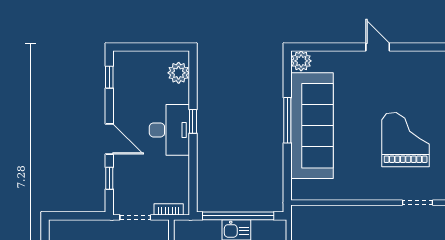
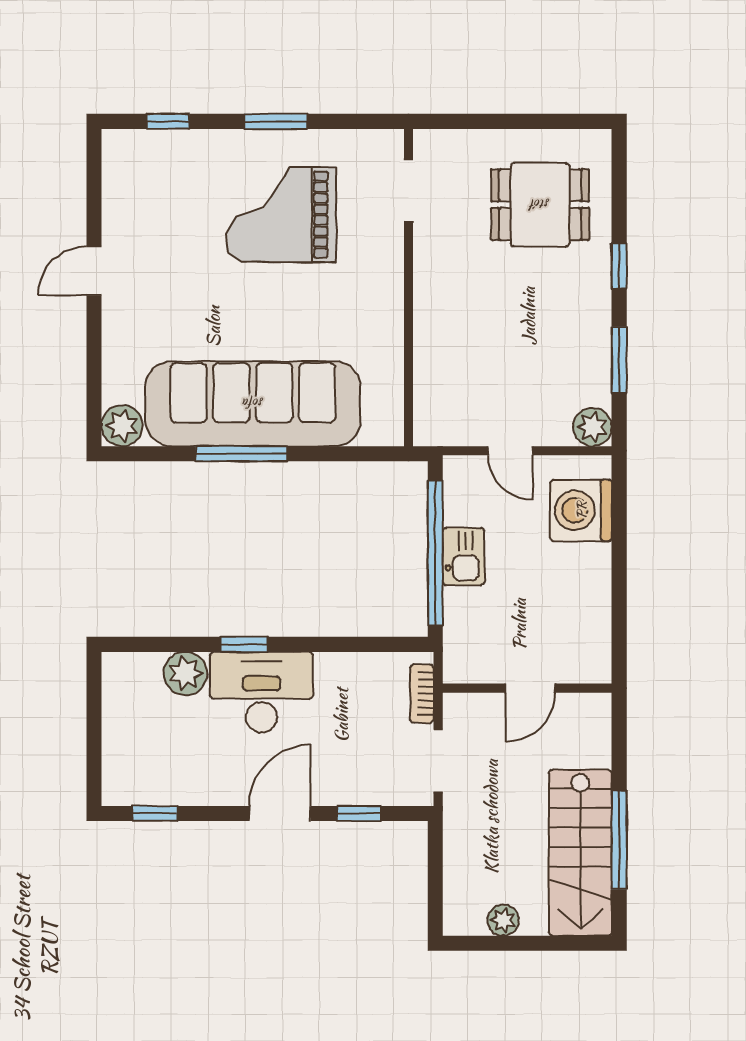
plant: (179, 73) -> (185, 674), moved

